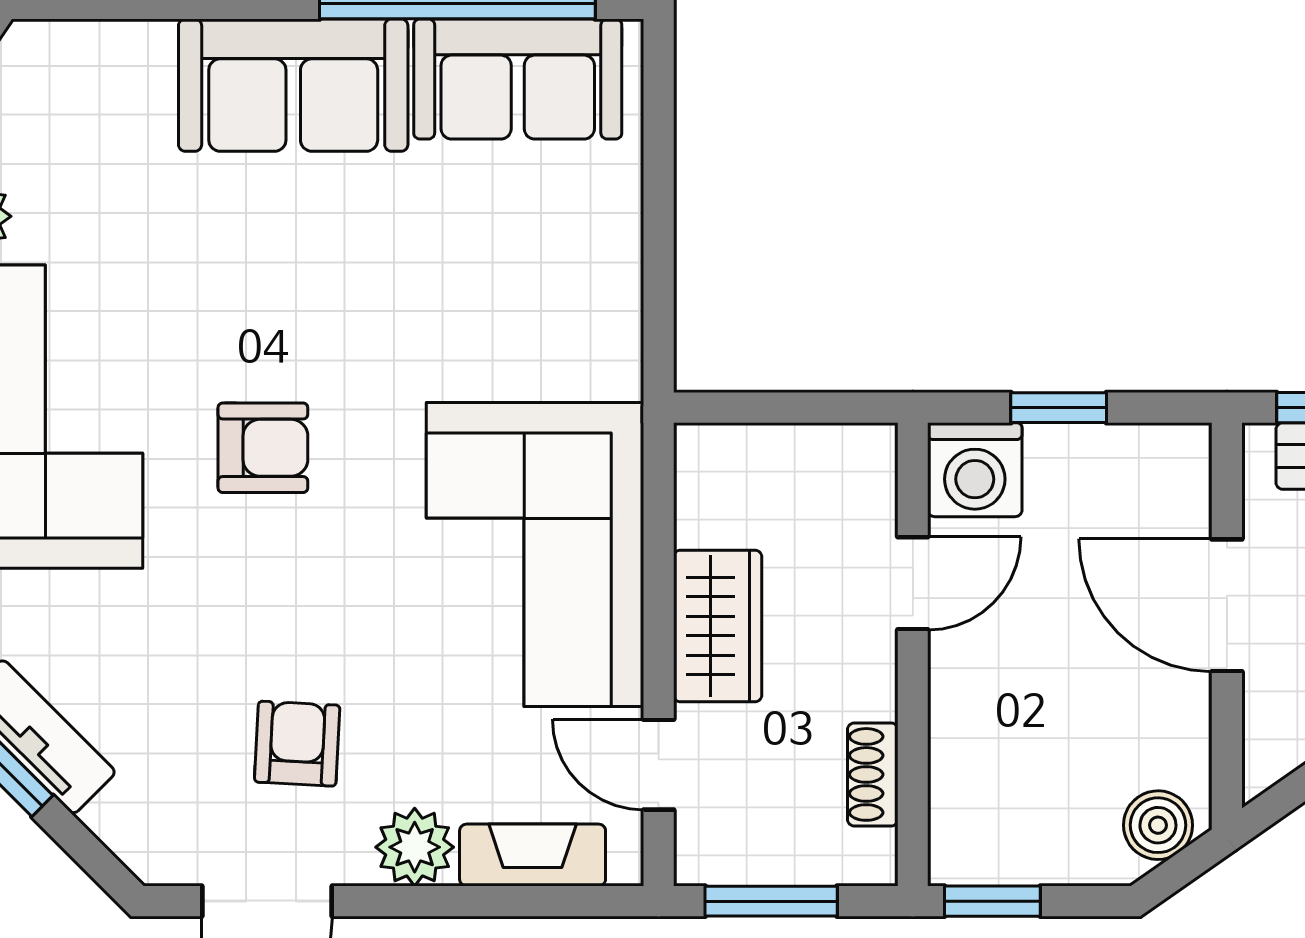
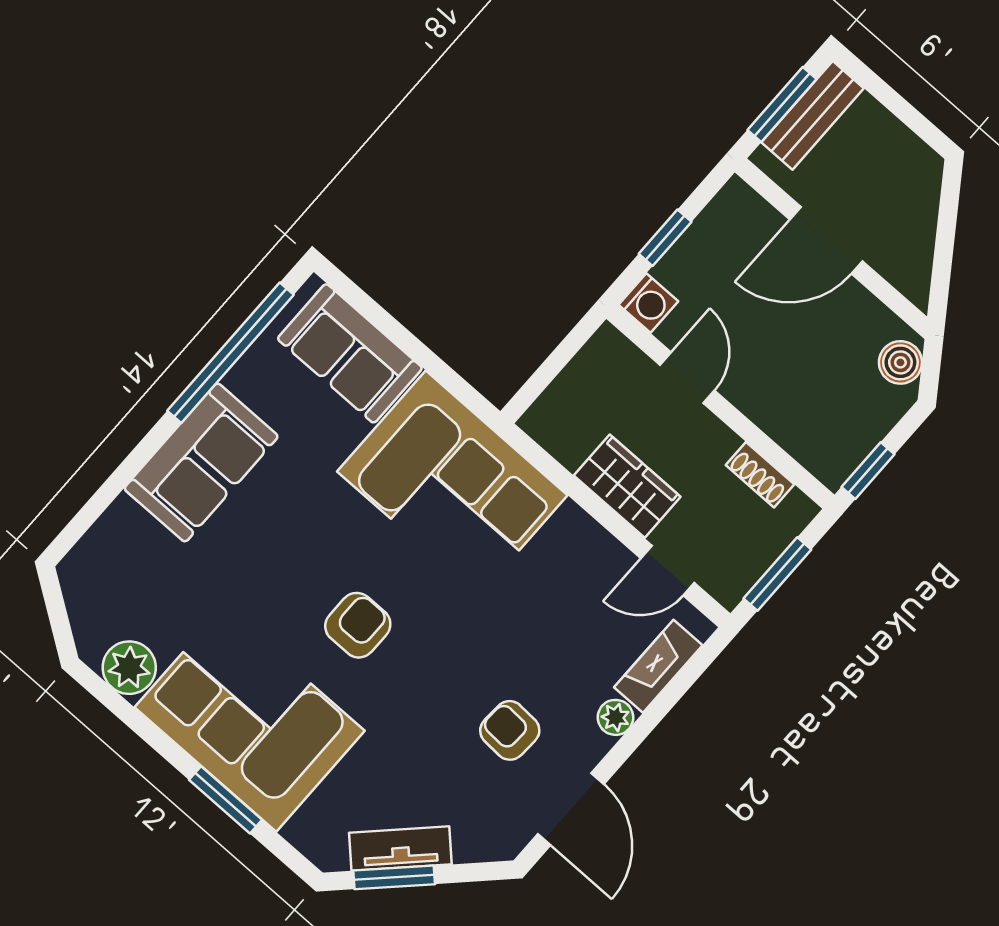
sofa: (518, 79) -> (350, 353), moved, turned 90
washing machine: (975, 470) -> (648, 303), width x0.73, depth x0.73
corner sofa: (535, 555) -> (452, 483), moved
plant: (415, 847) -> (616, 717), width x0.73, depth x0.73

